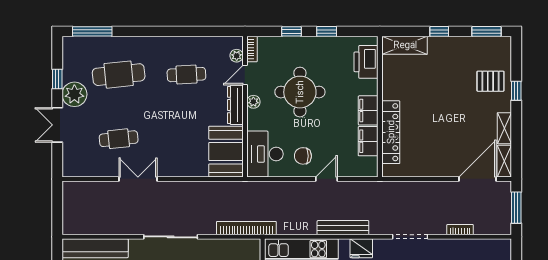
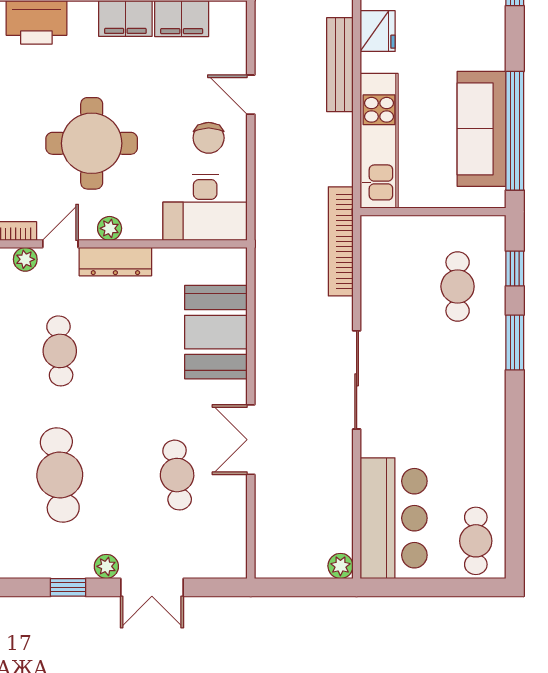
door: (245, 75) -> (60, 244), swing flipped
plant: (74, 94) -> (106, 566), width x0.53, depth x0.53
booth: (226, 152) -> (216, 332), moved, turned 90
plant: (69, 228) -> (340, 566), added

